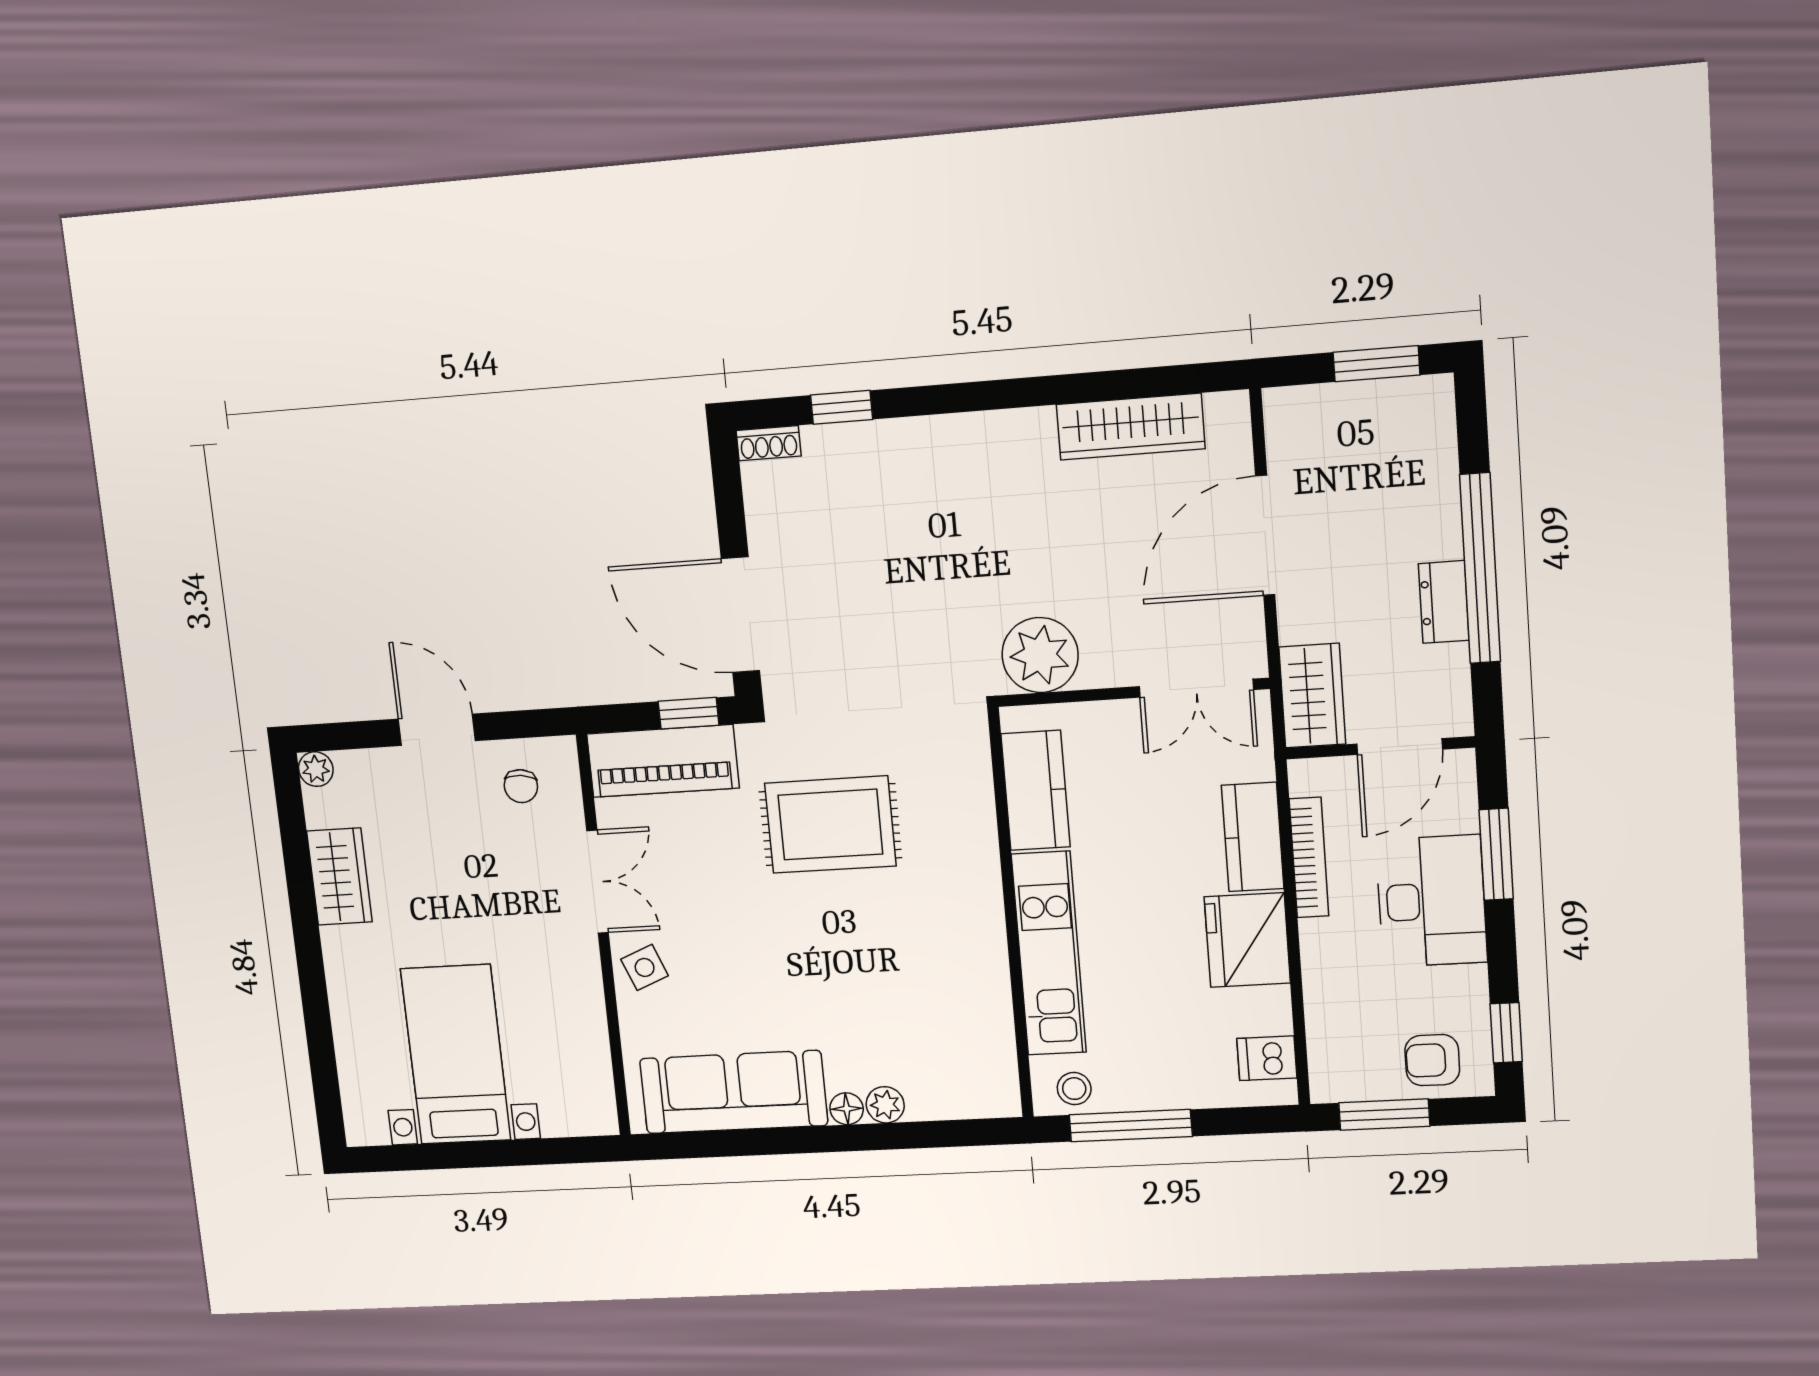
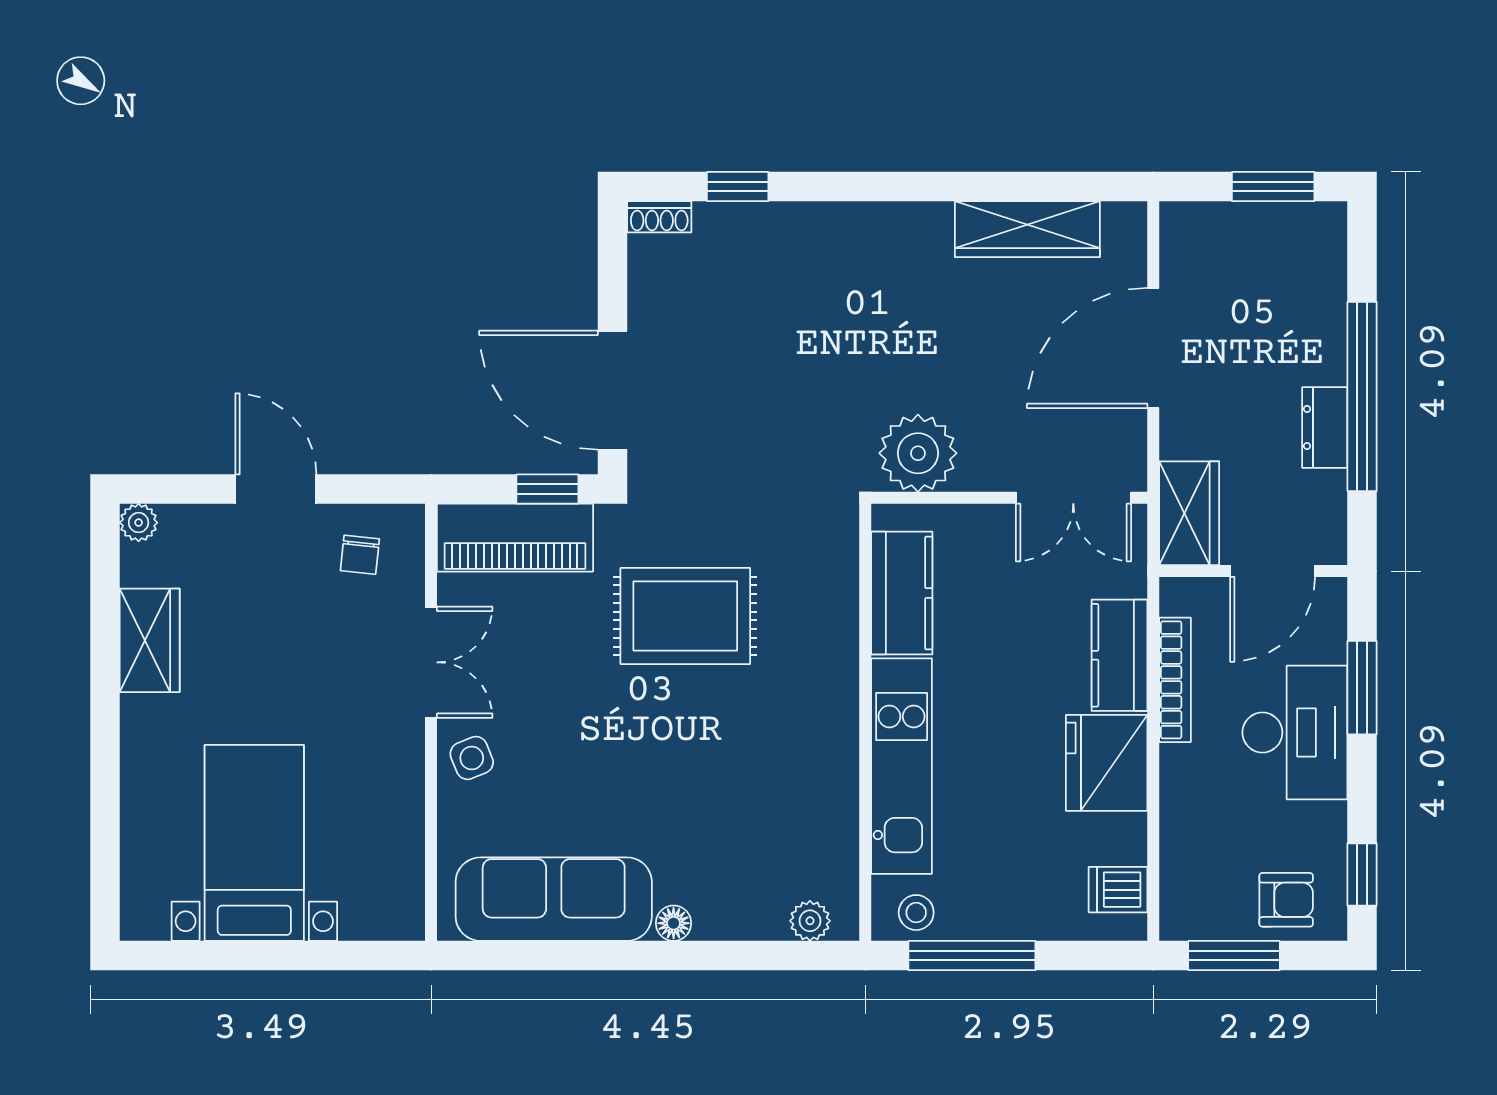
armchair: (1432, 1060) -> (1286, 900), turned 180
plant: (885, 1105) -> (810, 921), moved

